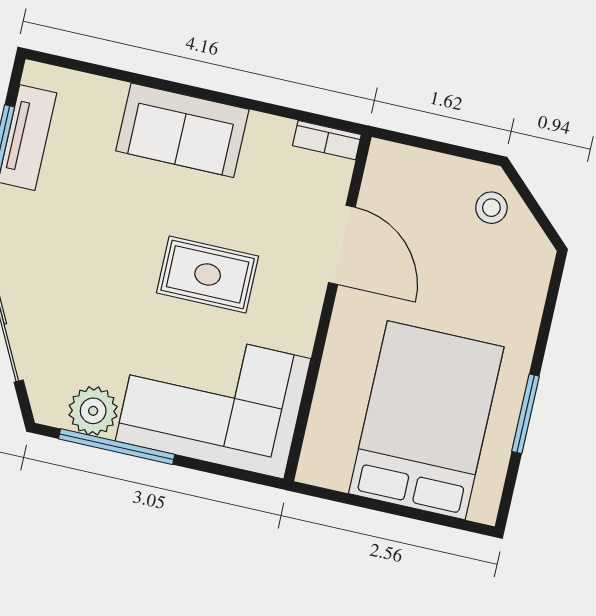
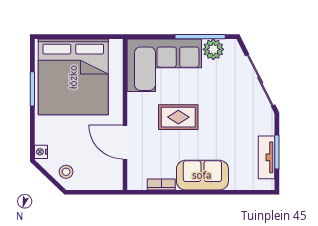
bookcase: (327, 140) -> (161, 184), moved
nightstand: (538, 266) -> (41, 152), added
bed: (426, 420) -> (73, 77), width x1.36

